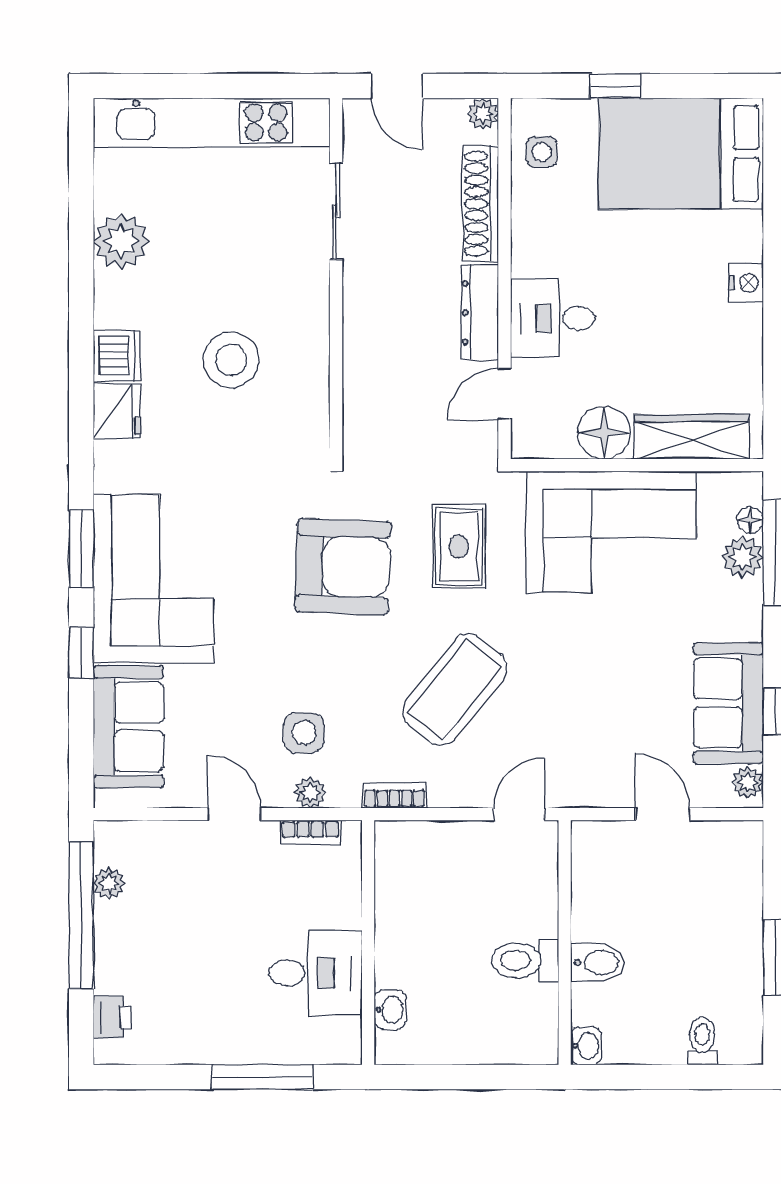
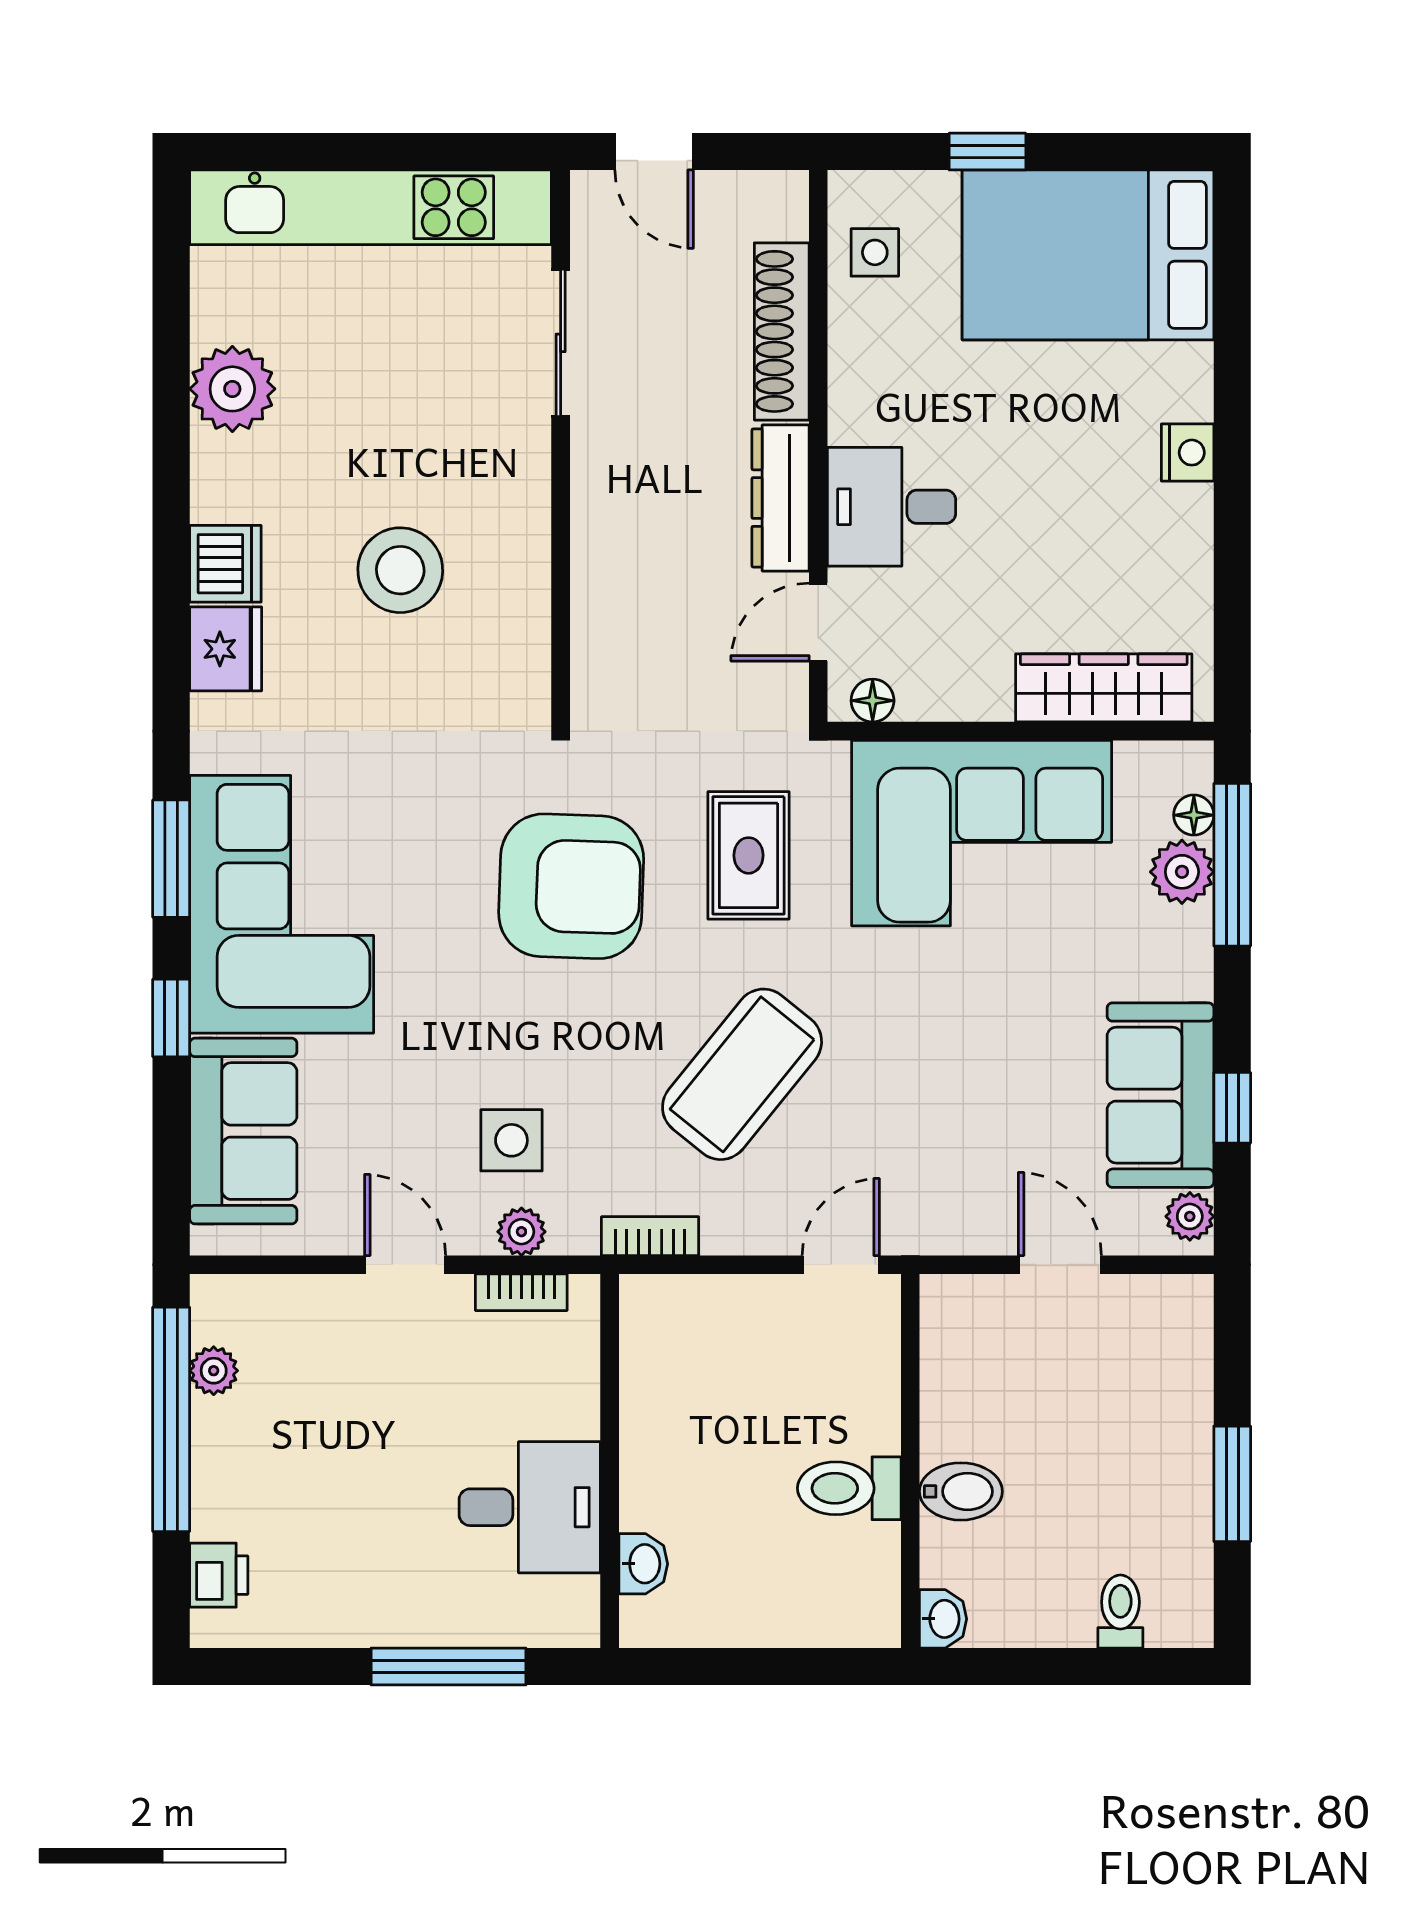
plant: (483, 114) -> (785, 194), removed
floor lamp: (604, 433) -> (873, 701), moved, width x0.53, depth x0.53

